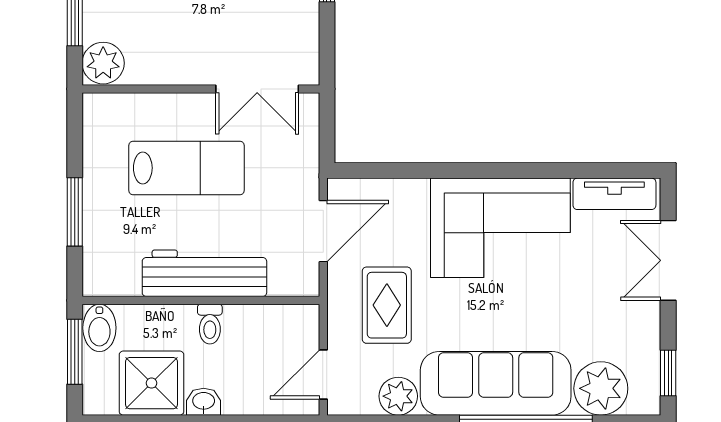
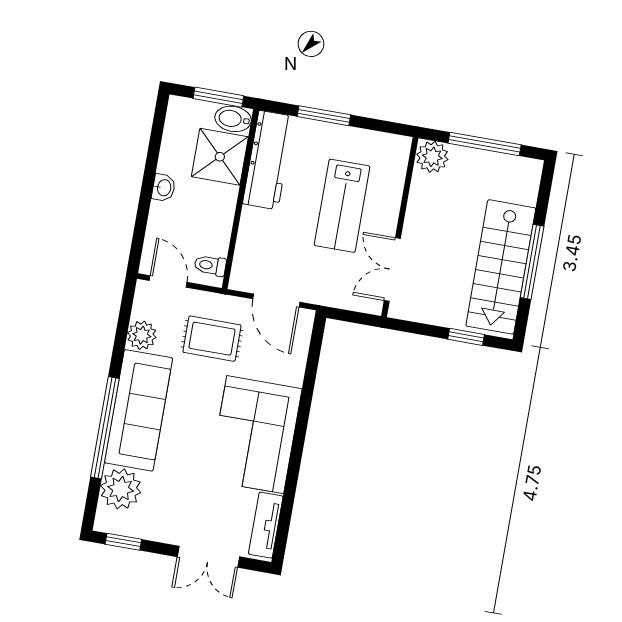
double door: (668, 260) -> (208, 557), swing flipped
workbench: (204, 273) -> (268, 160), moved
toilet: (210, 324) -> (210, 265), moved
shower: (152, 383) -> (220, 157), moved

